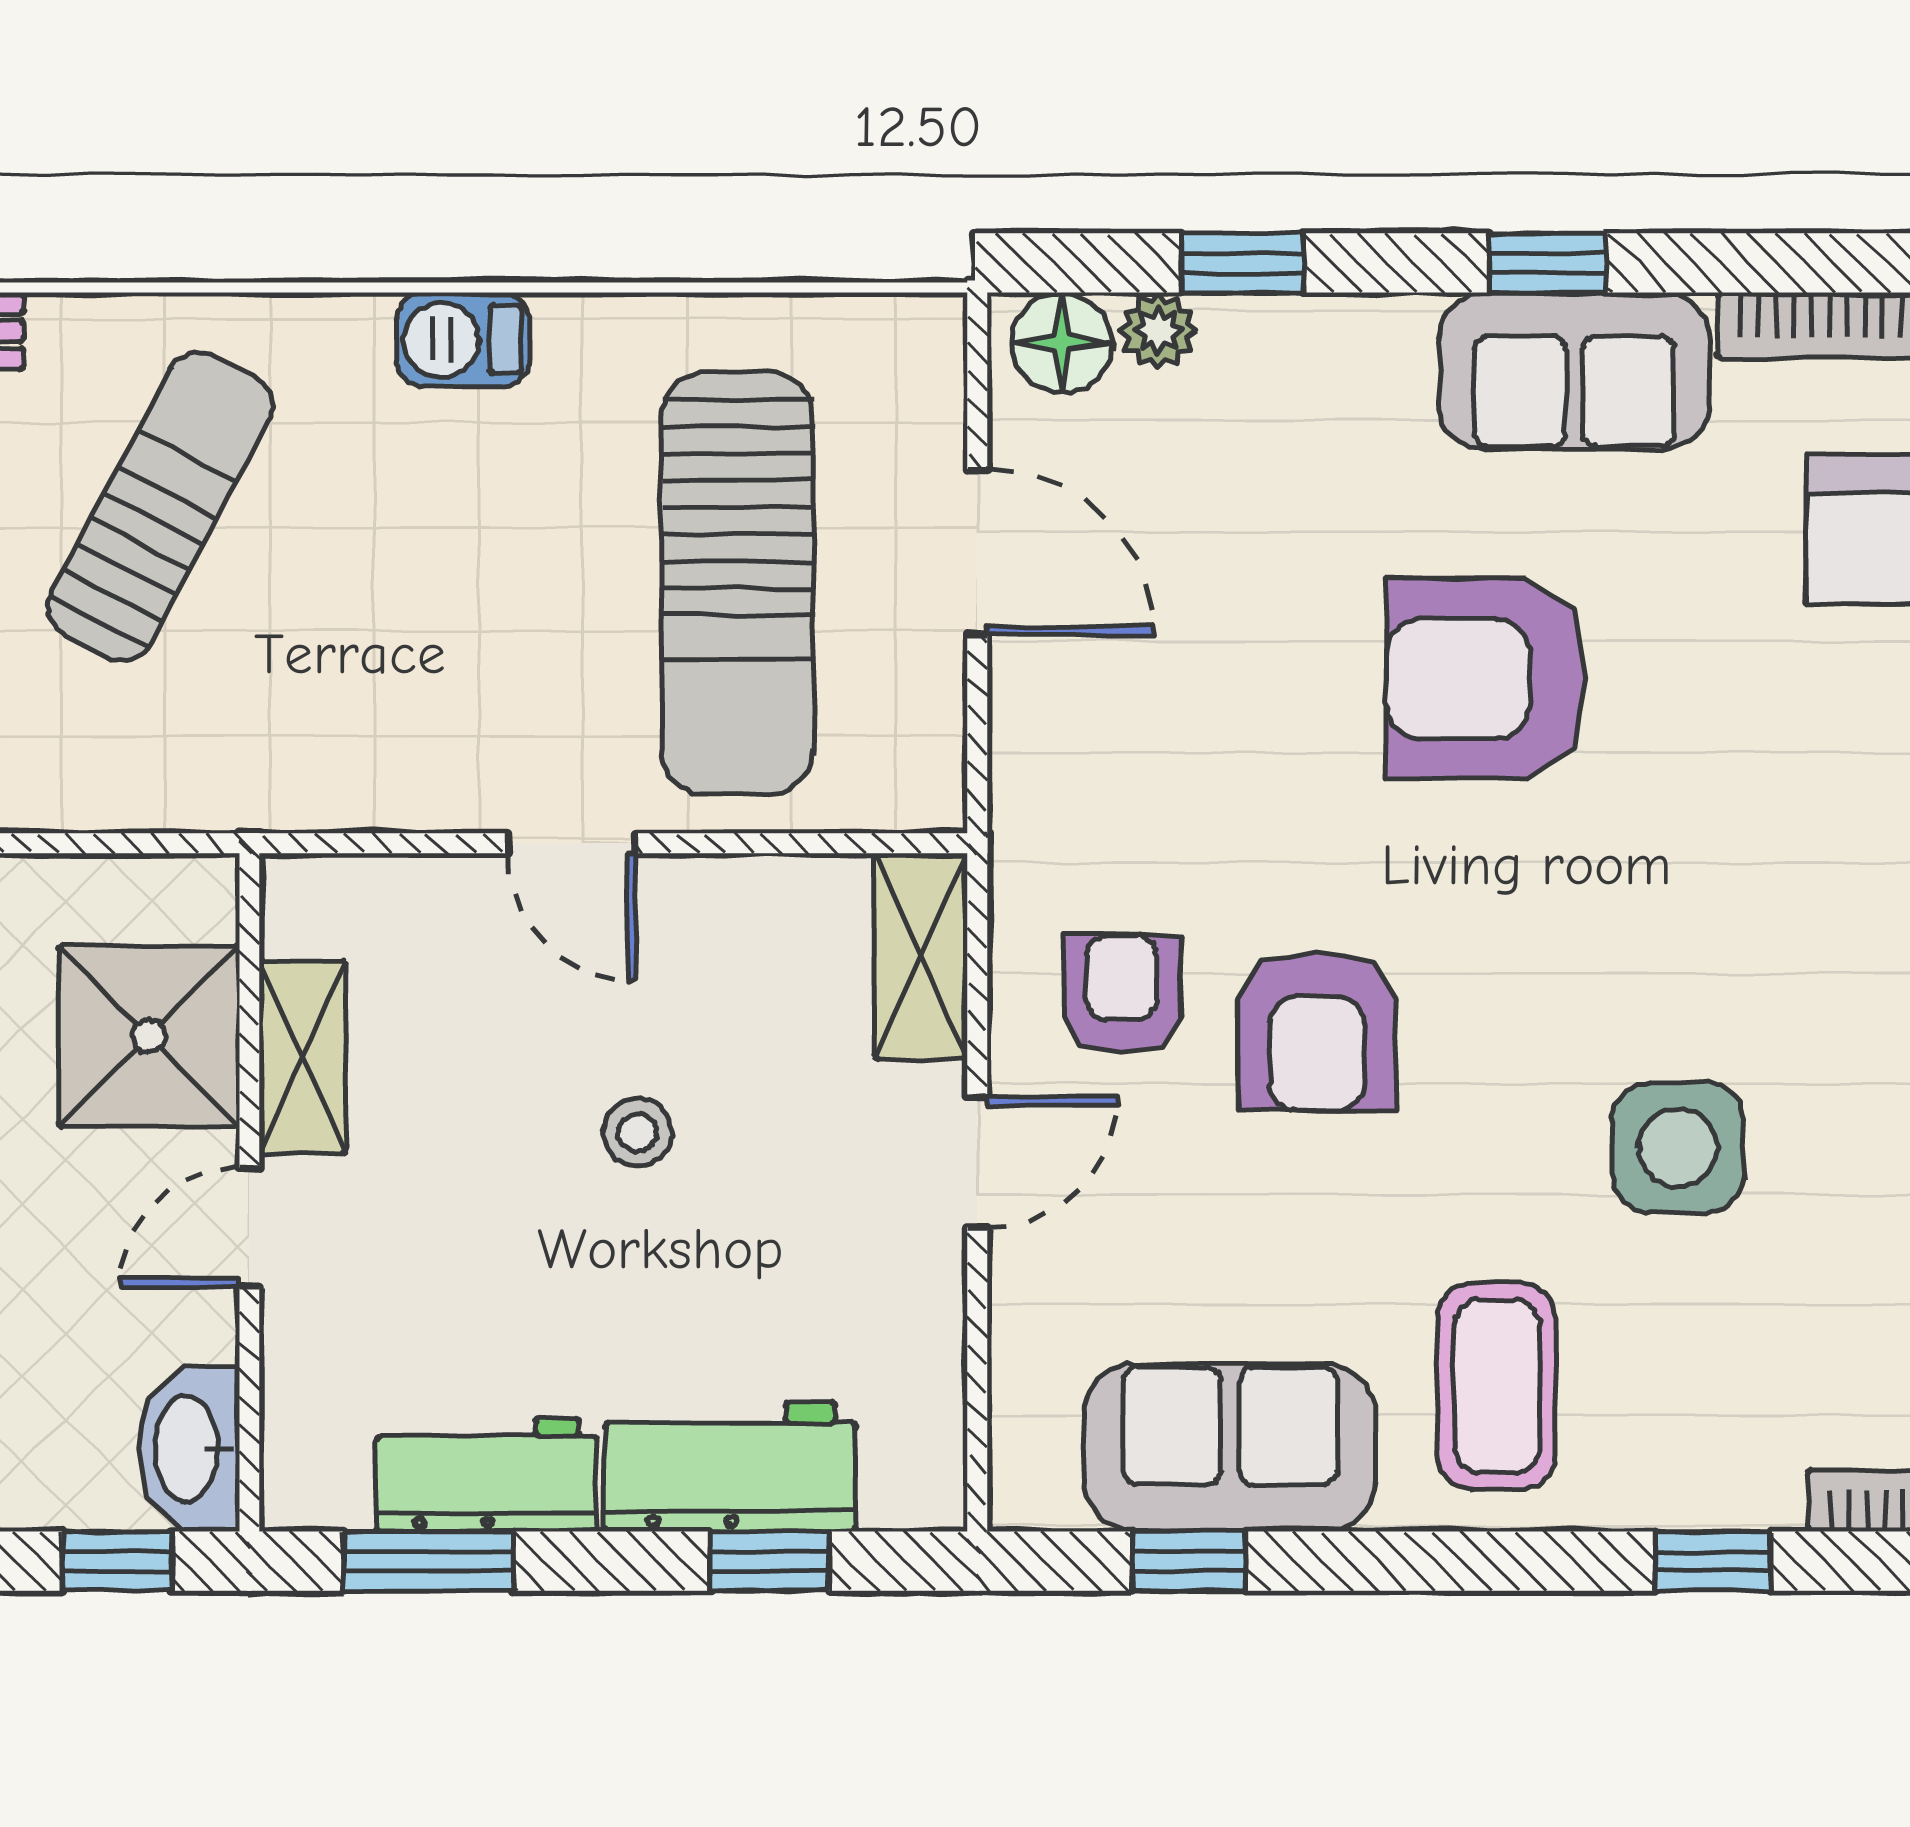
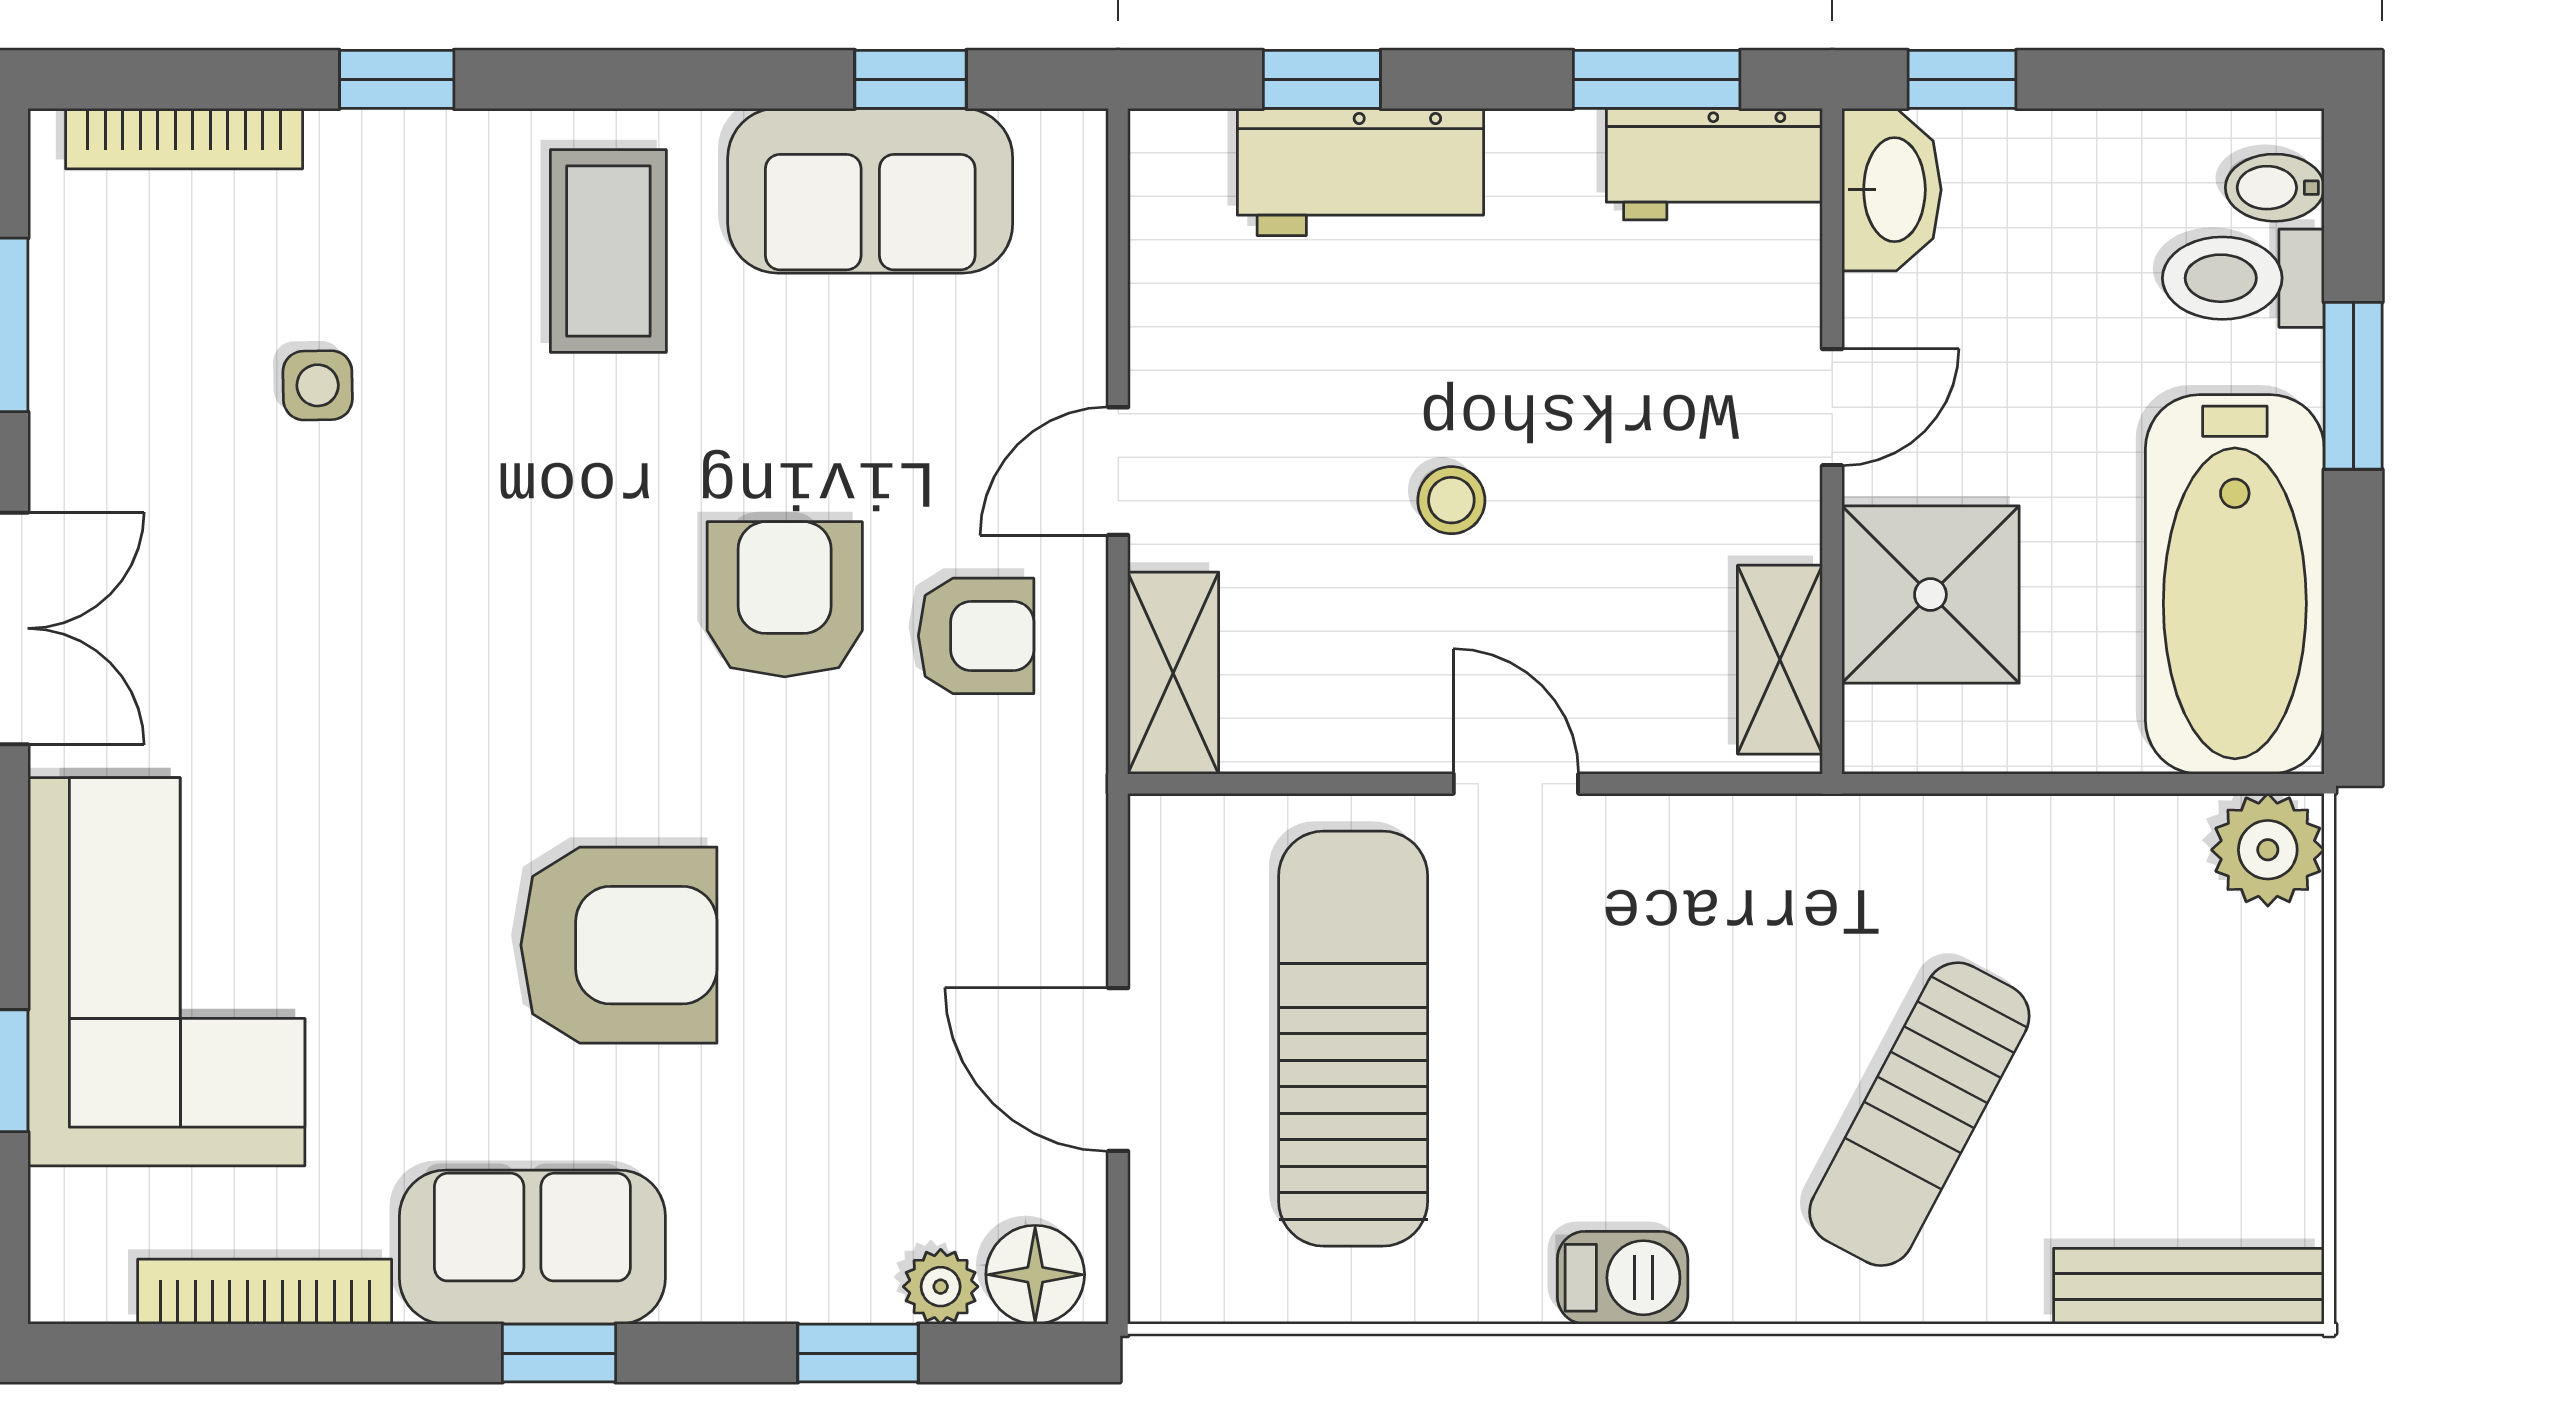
armchair: (1122, 994) -> (976, 636), turned -90
shelving: (303, 1058) -> (1780, 660), moved
side table: (1678, 1148) -> (318, 385), moved, width x0.54, depth x0.54
workbench: (487, 1475) -> (1714, 164), moved

